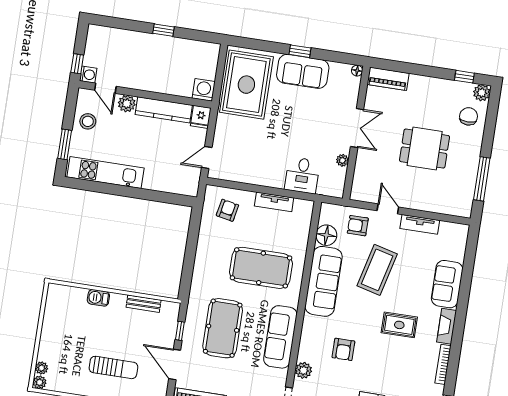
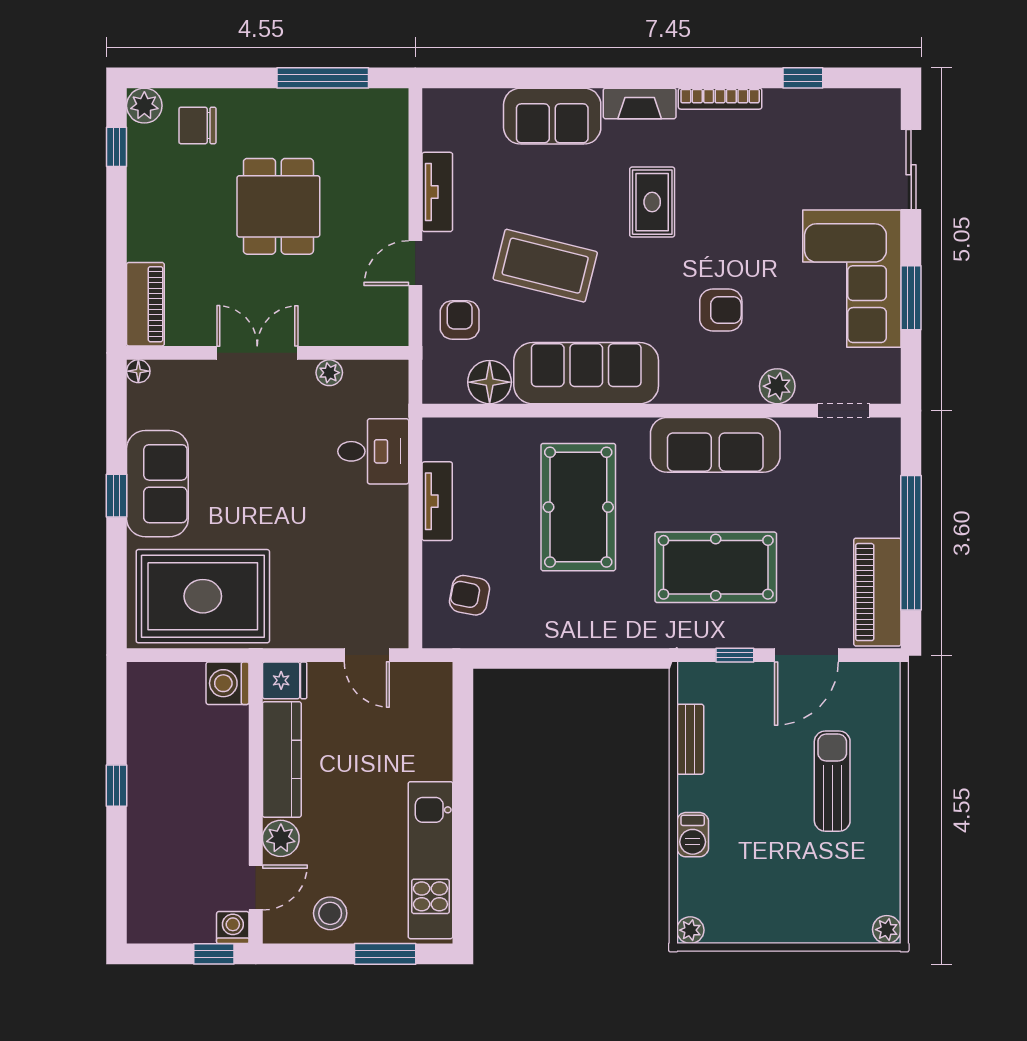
armchair: (358, 226) -> (460, 320), turned 180
plant: (41, 368) -> (690, 930), moved

